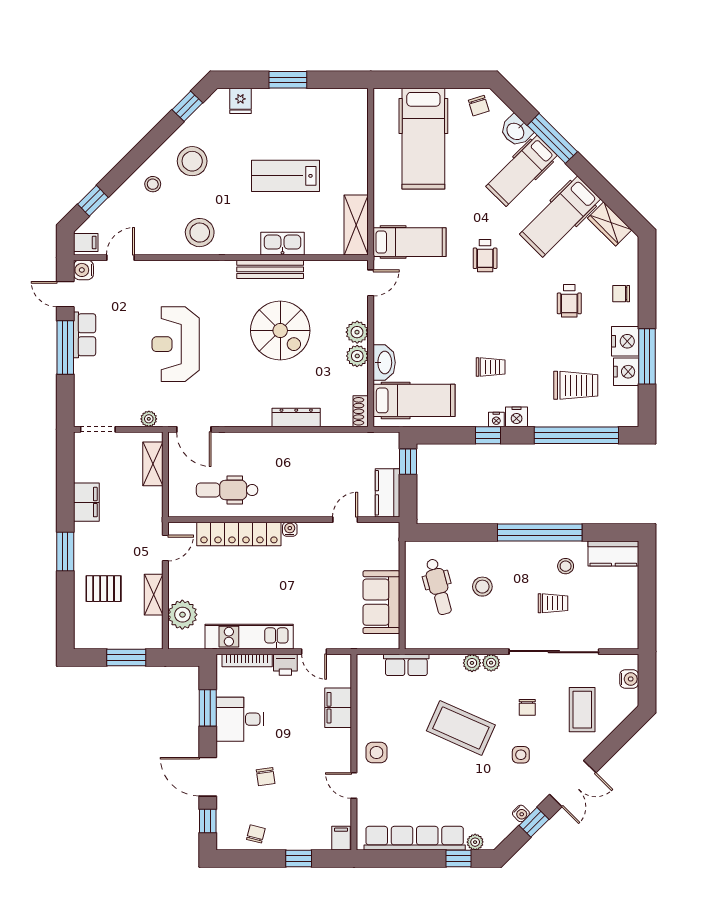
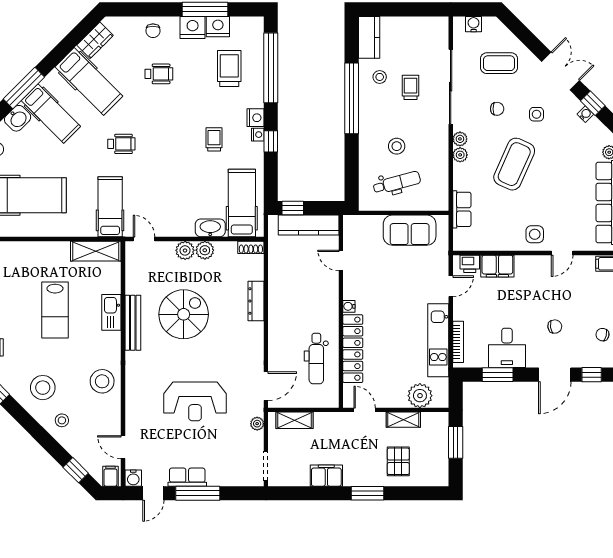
kitchen counter: (387, 493) -> (309, 225), width x1.50
printer: (285, 665) -> (470, 264), moved, turned 90

